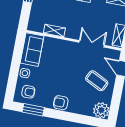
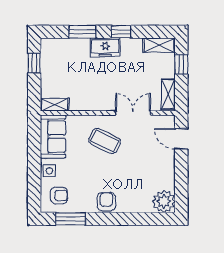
shelving: (54, 31) -> (55, 105), moved
coffee table: (97, 81) -> (105, 141), moved
armchair: (61, 103) -> (106, 202), turned 90

